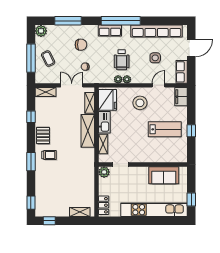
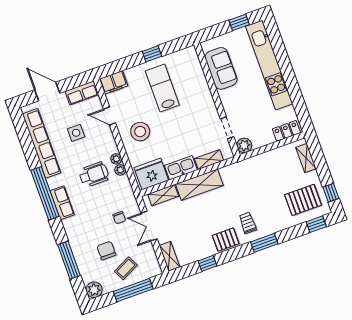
chair: (81, 45) -> (106, 251), moved
pallet: (51, 199) -> (303, 200), added

